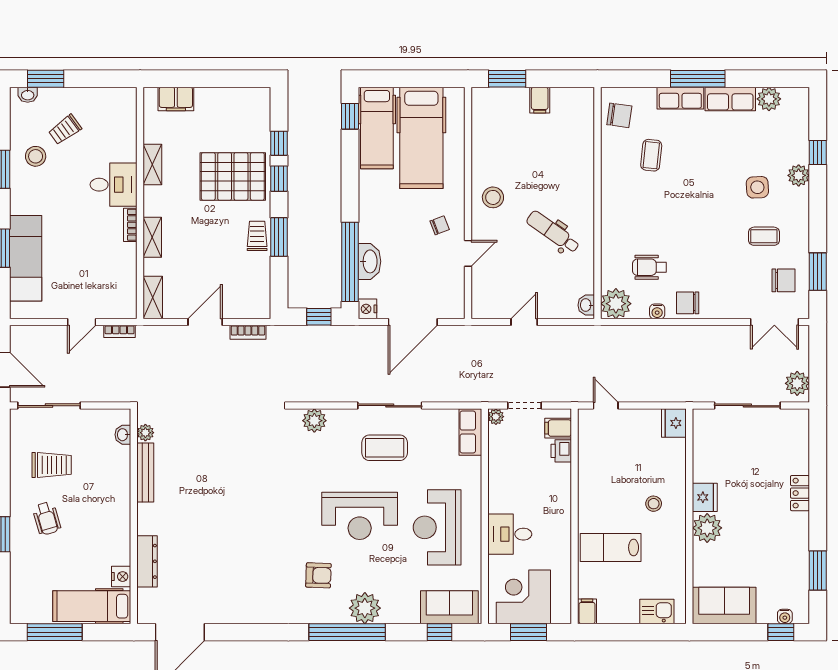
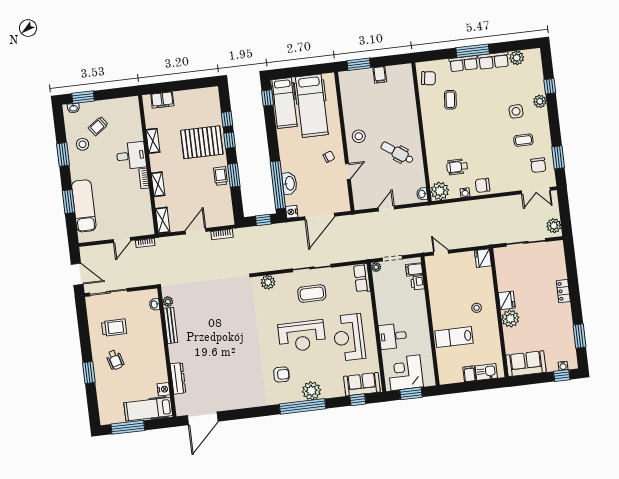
chair: (783, 280) -> (538, 165), turned 90
filing cabinet: (587, 611) -> (469, 374), moved

